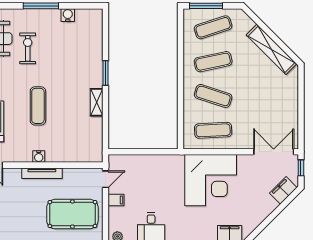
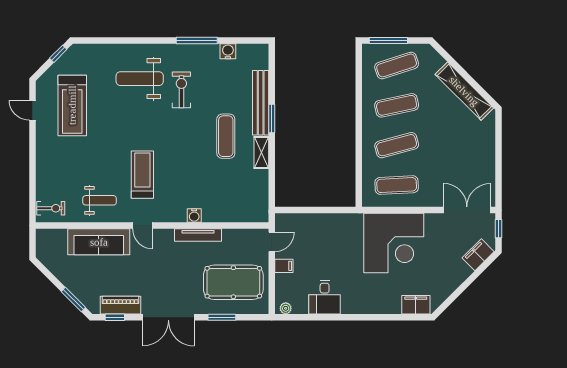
bench: (96, 59) -> (261, 103), added
exercise mat: (213, 96) -> (397, 145), turned -33
exercise mat: (38, 106) -> (226, 136), moved

